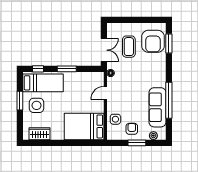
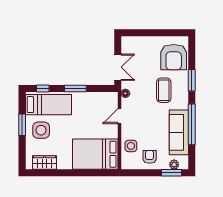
window: (169, 44) -> (192, 80), moved
coffee table: (129, 47) -> (164, 90), moved
window: (137, 143) -> (171, 173), moved

